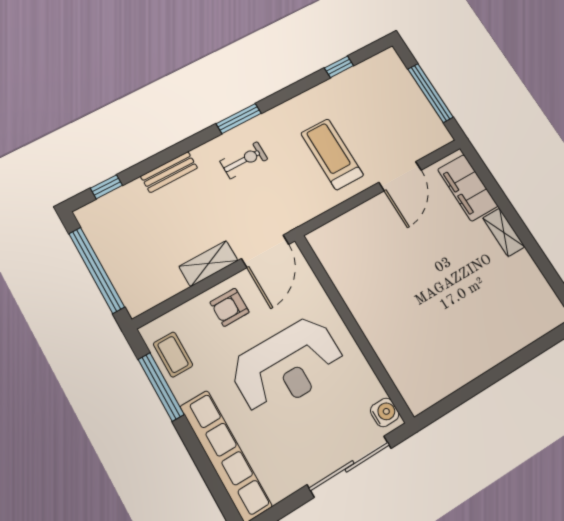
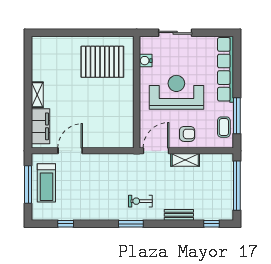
treadmill: (332, 154) -> (46, 183), moved
pallet: (438, 344) -> (102, 62), added
water cooler: (385, 412) -> (146, 61), moved
sliding door: (350, 466) -> (175, 33), width x0.73

